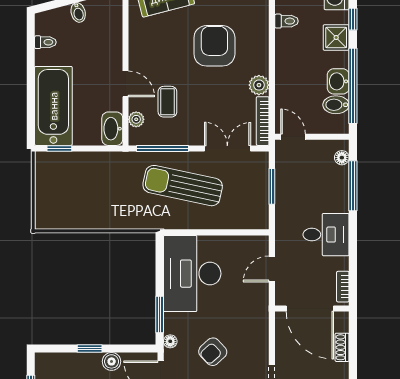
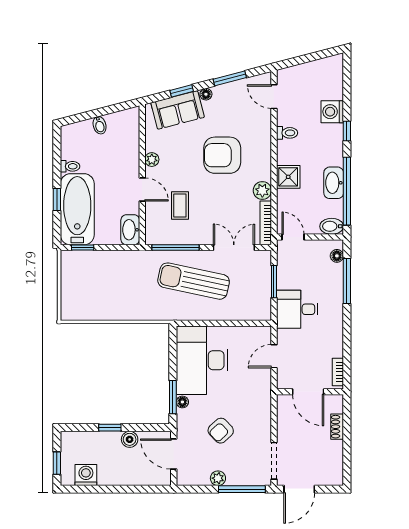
shower: (336, 37) -> (288, 177), moved
toilet: (45, 42) -> (70, 166), moved
armchair: (214, 46) -> (222, 155), turned -90
washbasin: (338, 81) -> (334, 183), width x1.38
window: (31, 95) -> (57, 200), added
bidet: (336, 105) -> (332, 226), moved
plant: (136, 119) -> (152, 160), moved
desk: (326, 235) -> (297, 309), moved, turned 180
door: (310, 308) -> (308, 392), width x0.73
floor lamp: (170, 341) -> (182, 402), moved

